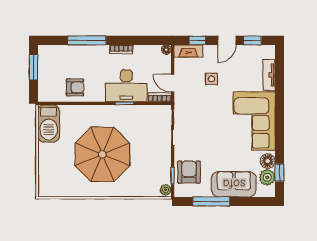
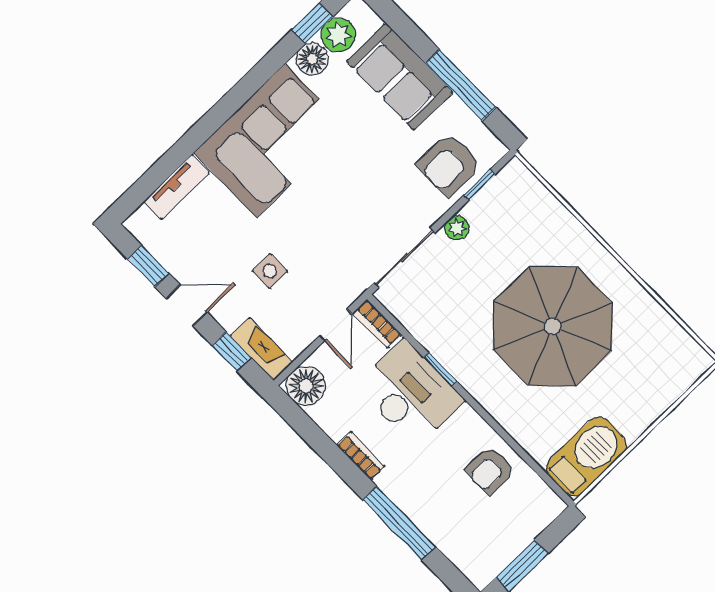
floor lamp: (166, 50) -> (306, 386), width x1.89, depth x1.89
armchair: (75, 87) -> (490, 470), turned -90
plant: (166, 190) -> (457, 228), moved

